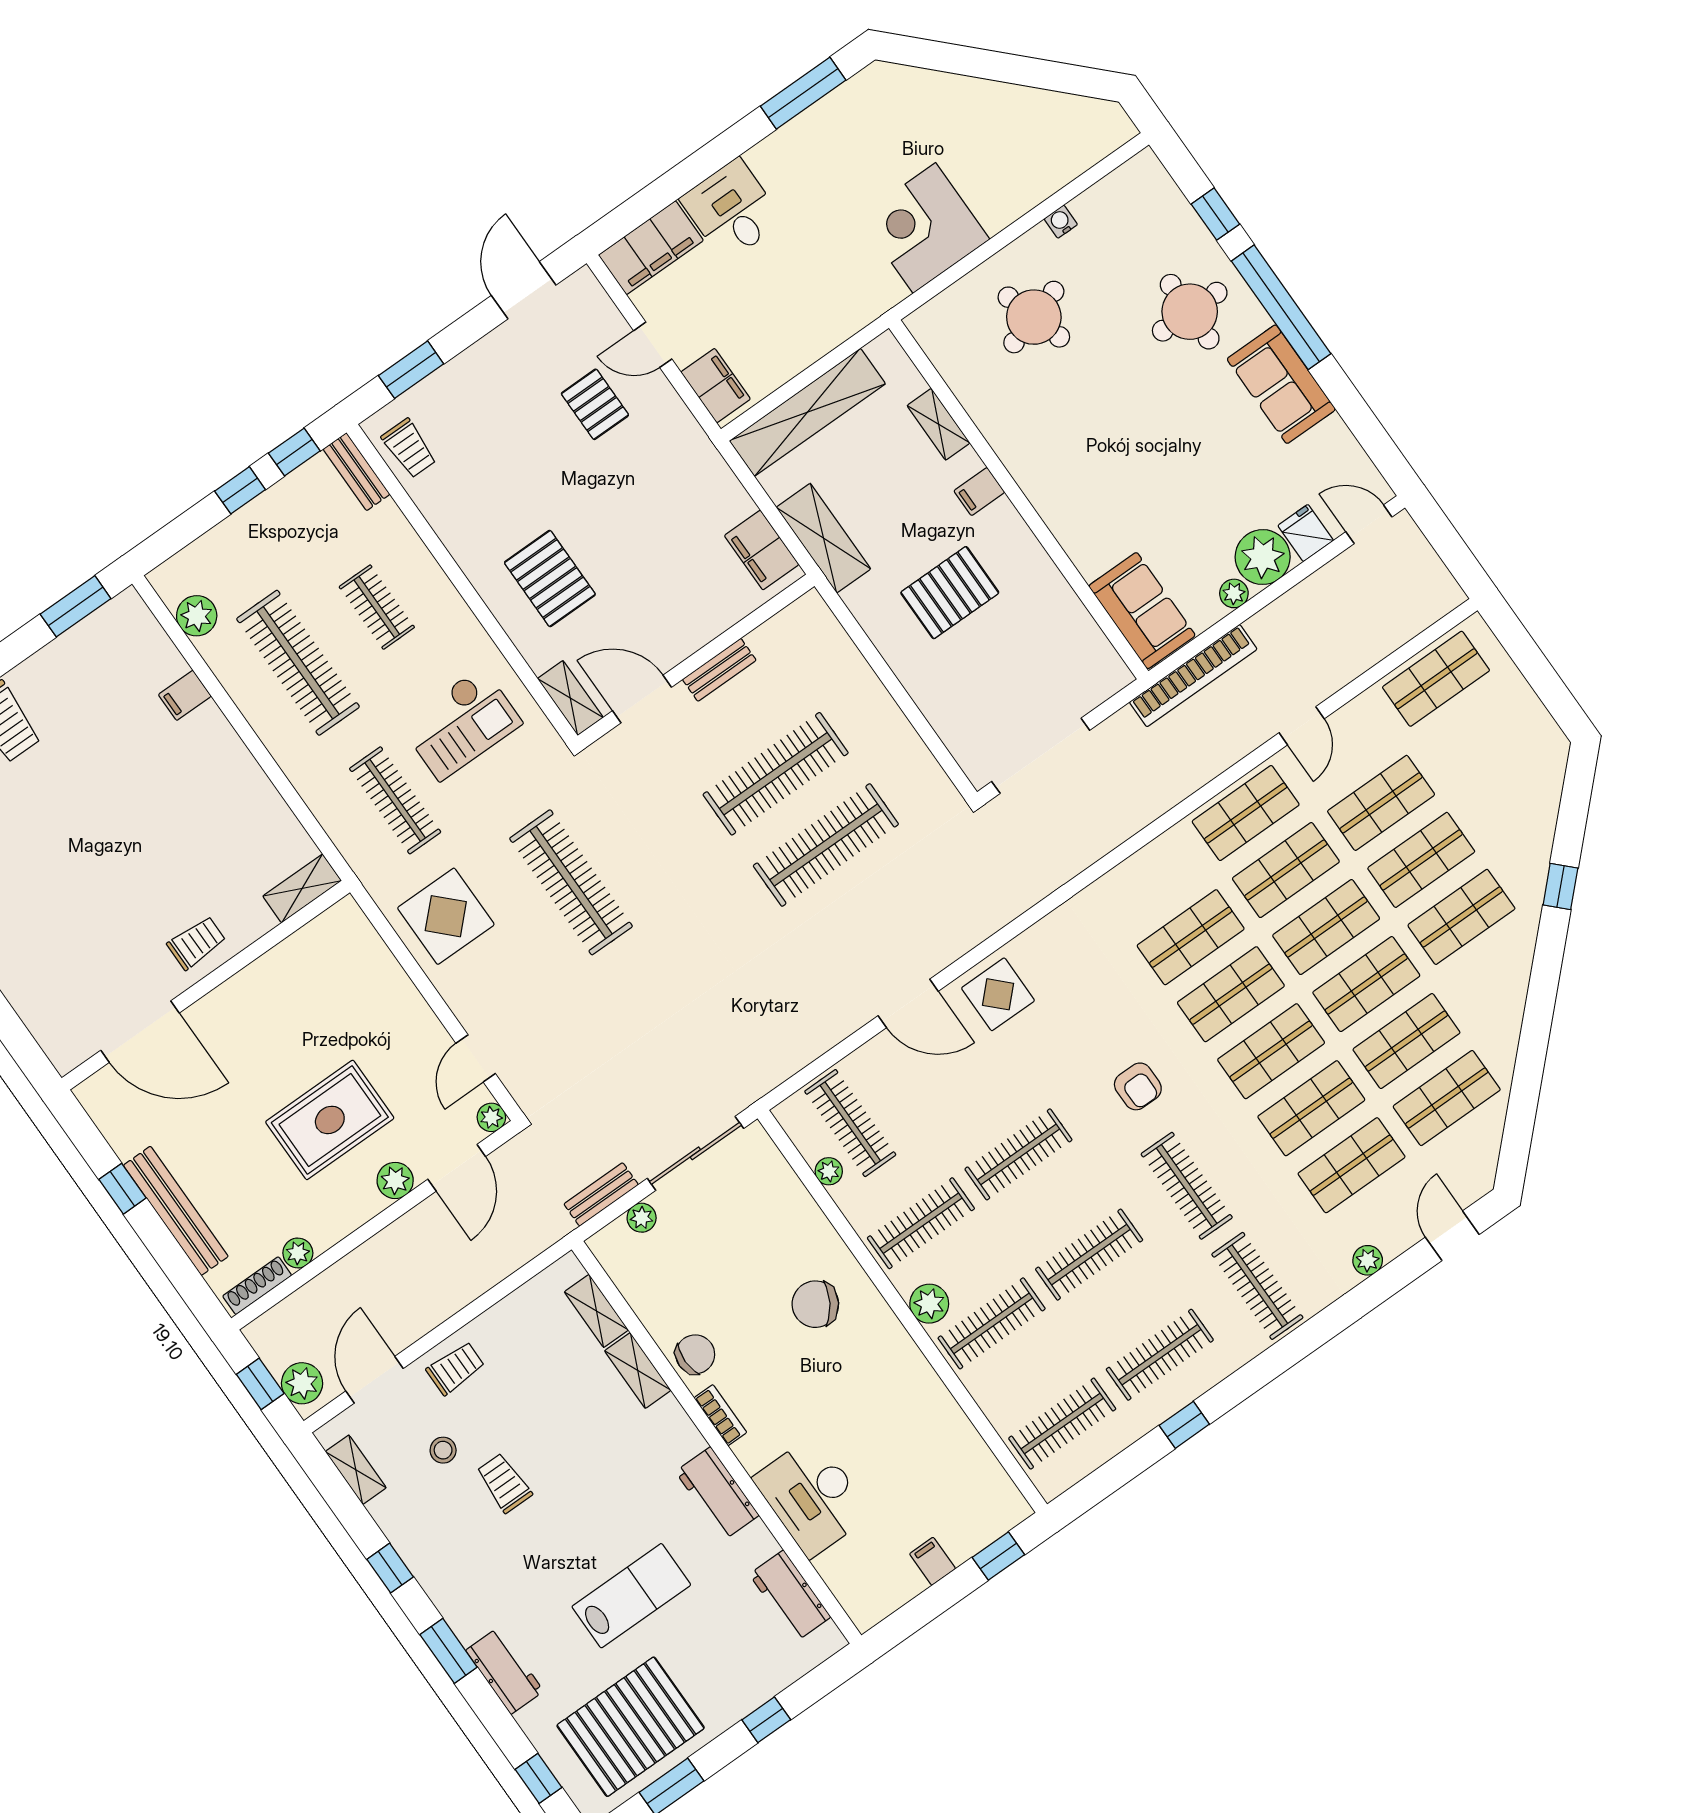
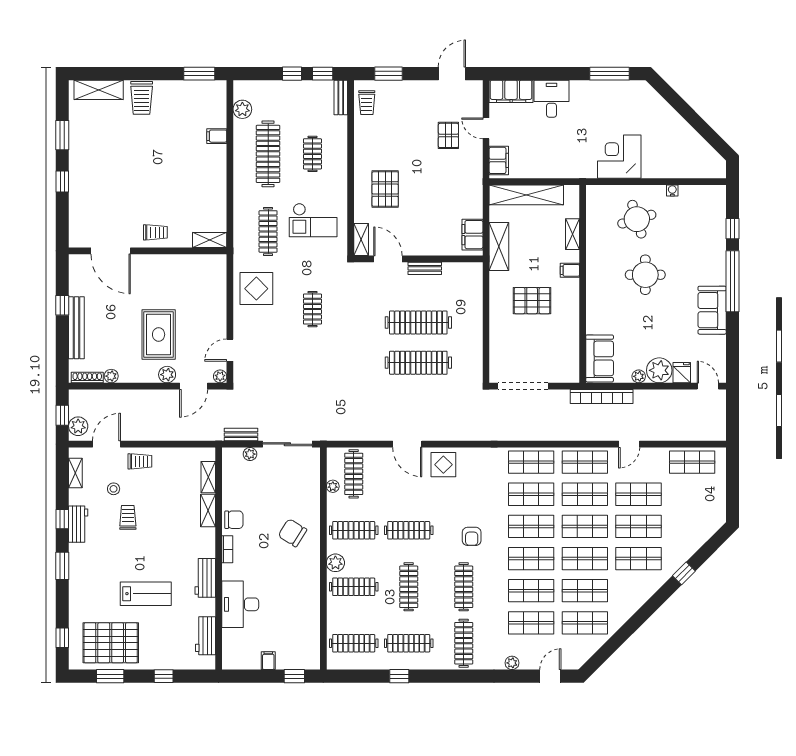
round table: (1190, 312) -> (645, 275), moved
shop shelf: (1150, 880) -> (531, 462), added
clothes rail: (571, 882) -> (312, 309), width x0.54, depth x0.76
rug: (330, 1120) -> (159, 334), turned 90
clothes rail: (1089, 1255) -> (409, 587), turned 90
workbench: (505, 1671) -> (78, 524), moved

